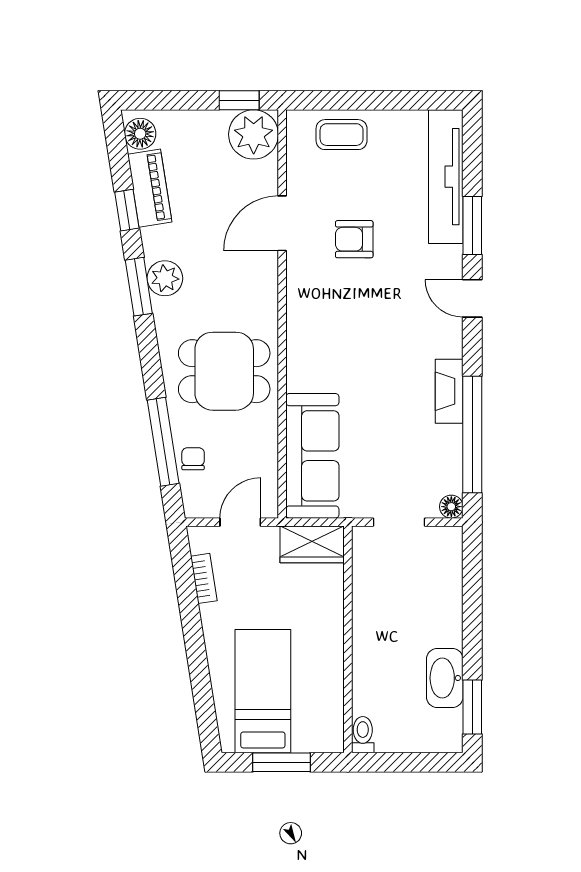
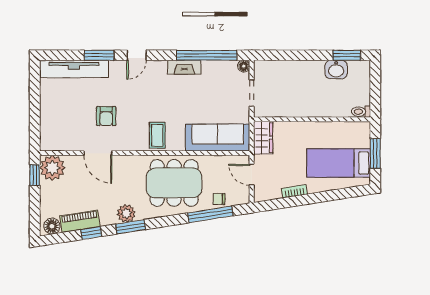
coffee table: (342, 135) -> (157, 135), moved
dining table: (224, 371) -> (174, 183), width x1.38
bookcase: (204, 578) -> (294, 191), moved
washbasin: (445, 678) -> (336, 69), width x0.72

